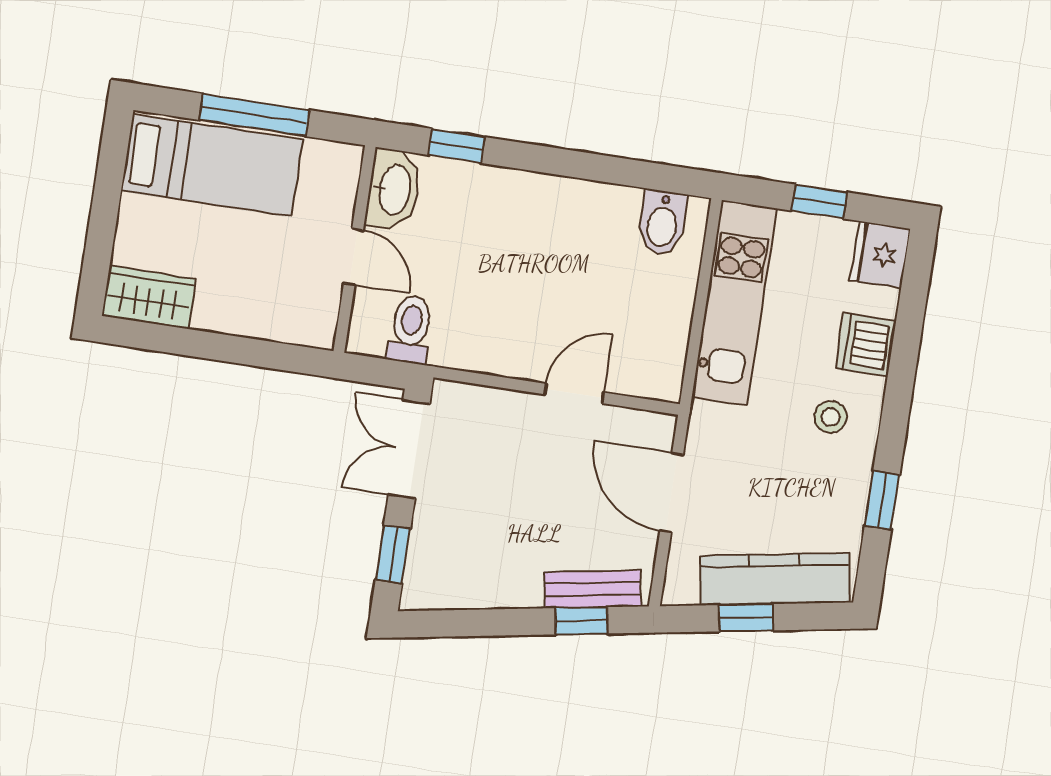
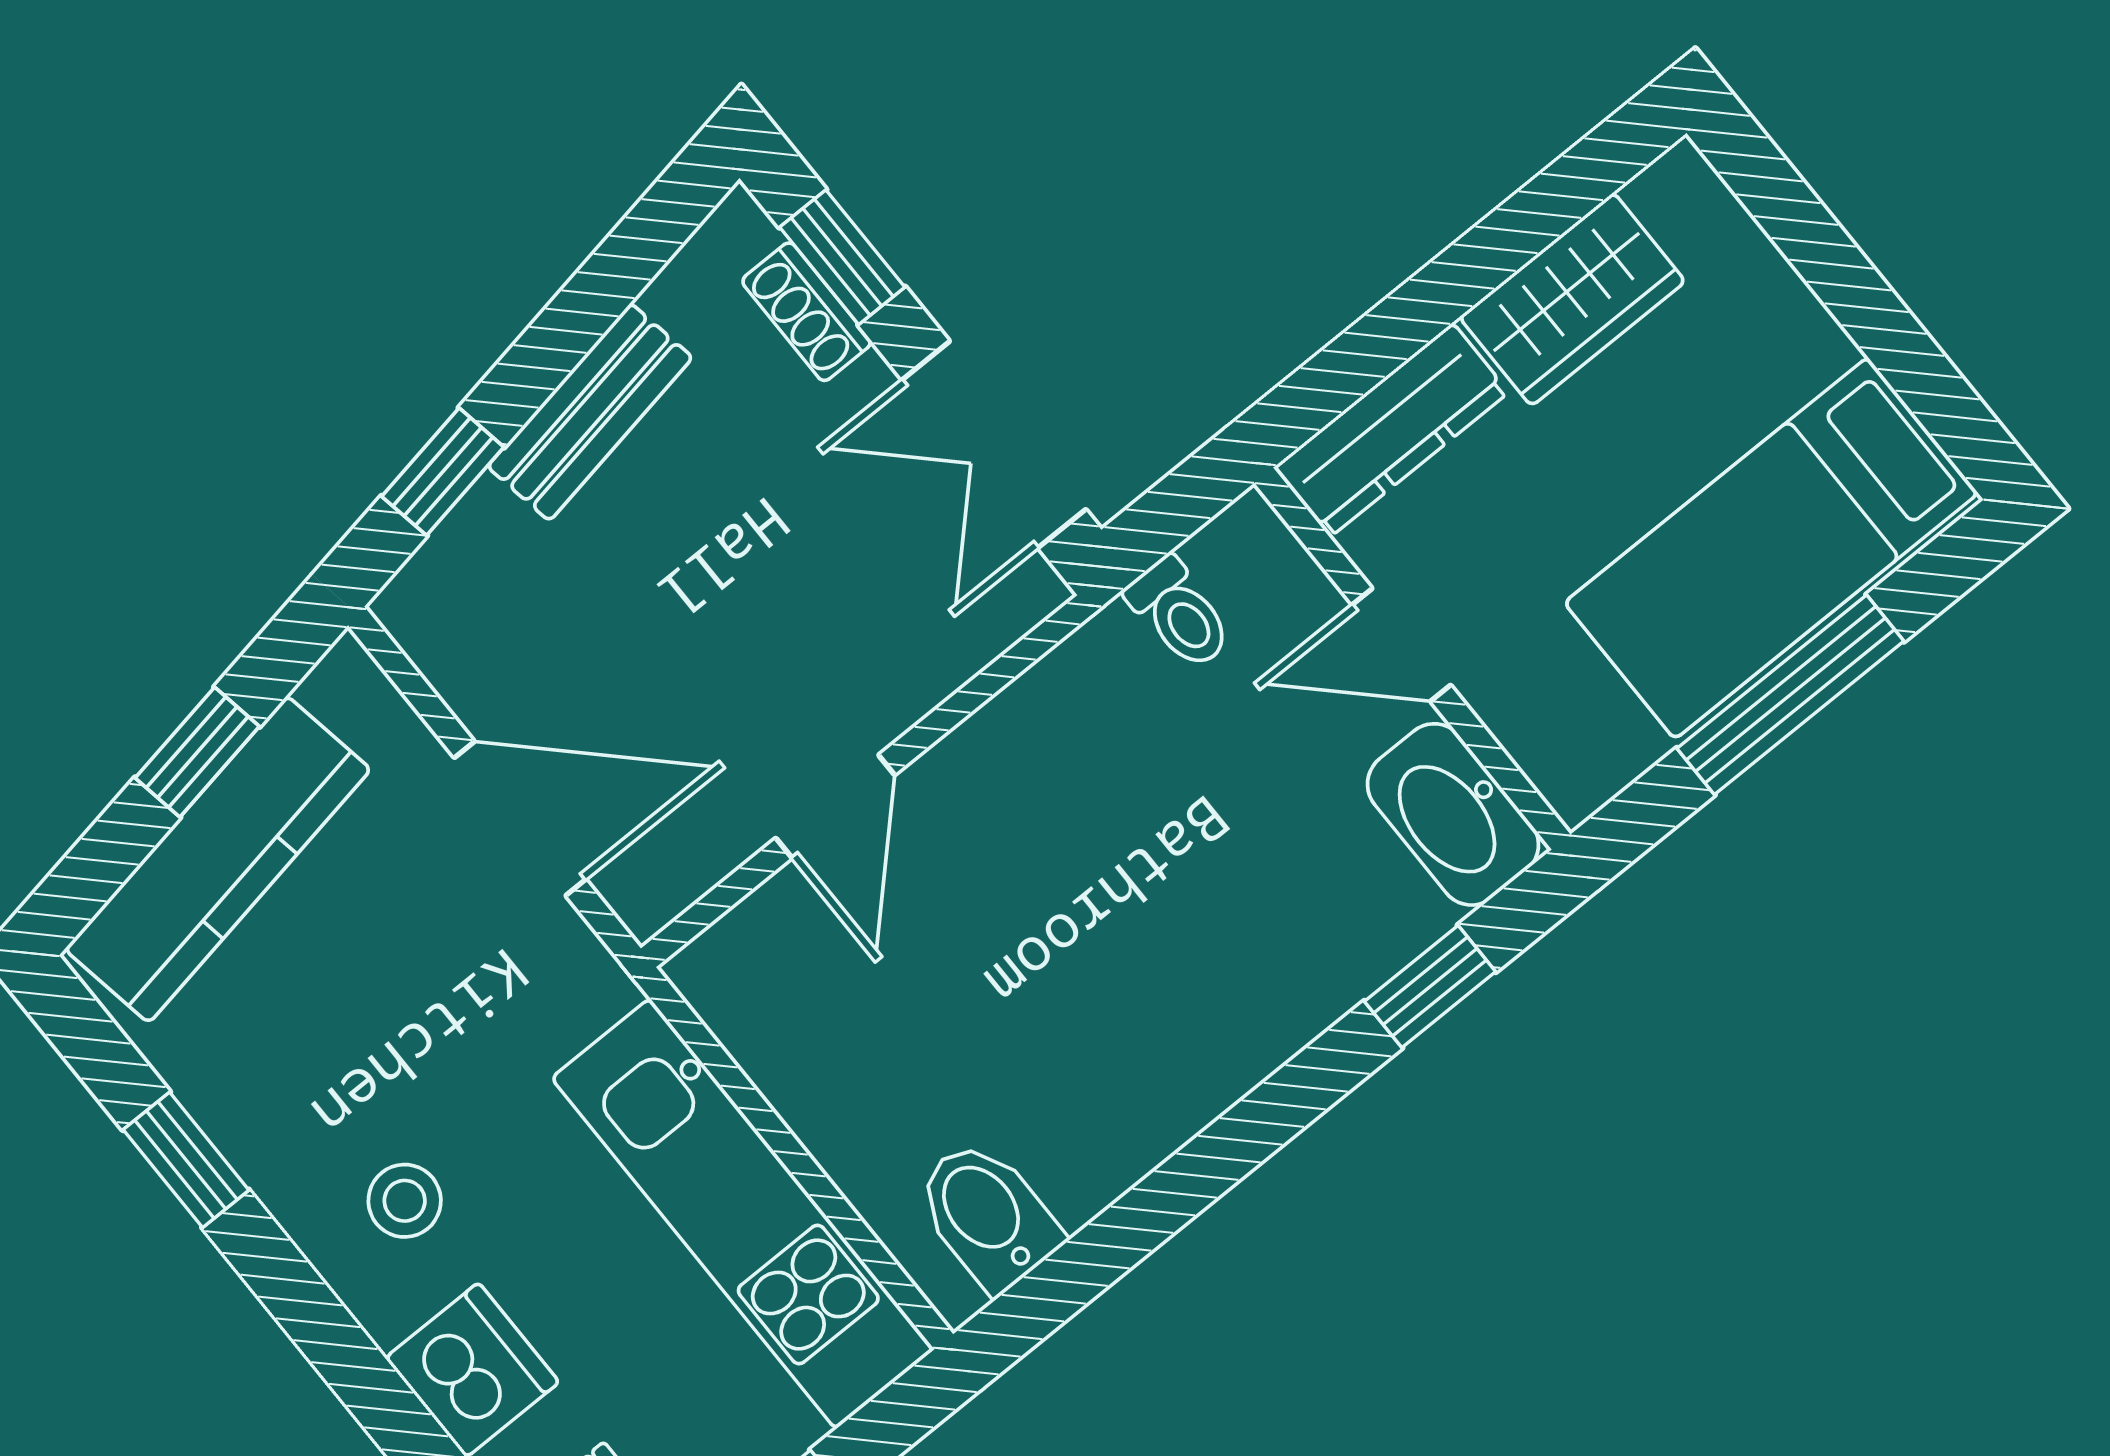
wardrobe: (149, 297) -> (1572, 299), moved
dresser: (286, 324) -> (1391, 430), added
toilet: (410, 329) -> (1179, 613), width x0.73, depth x0.72
double door: (409, 449) -> (994, 445), swing flipped
shoe rack: (421, 550) -> (807, 312), added
bench: (593, 589) -> (590, 412), moved

